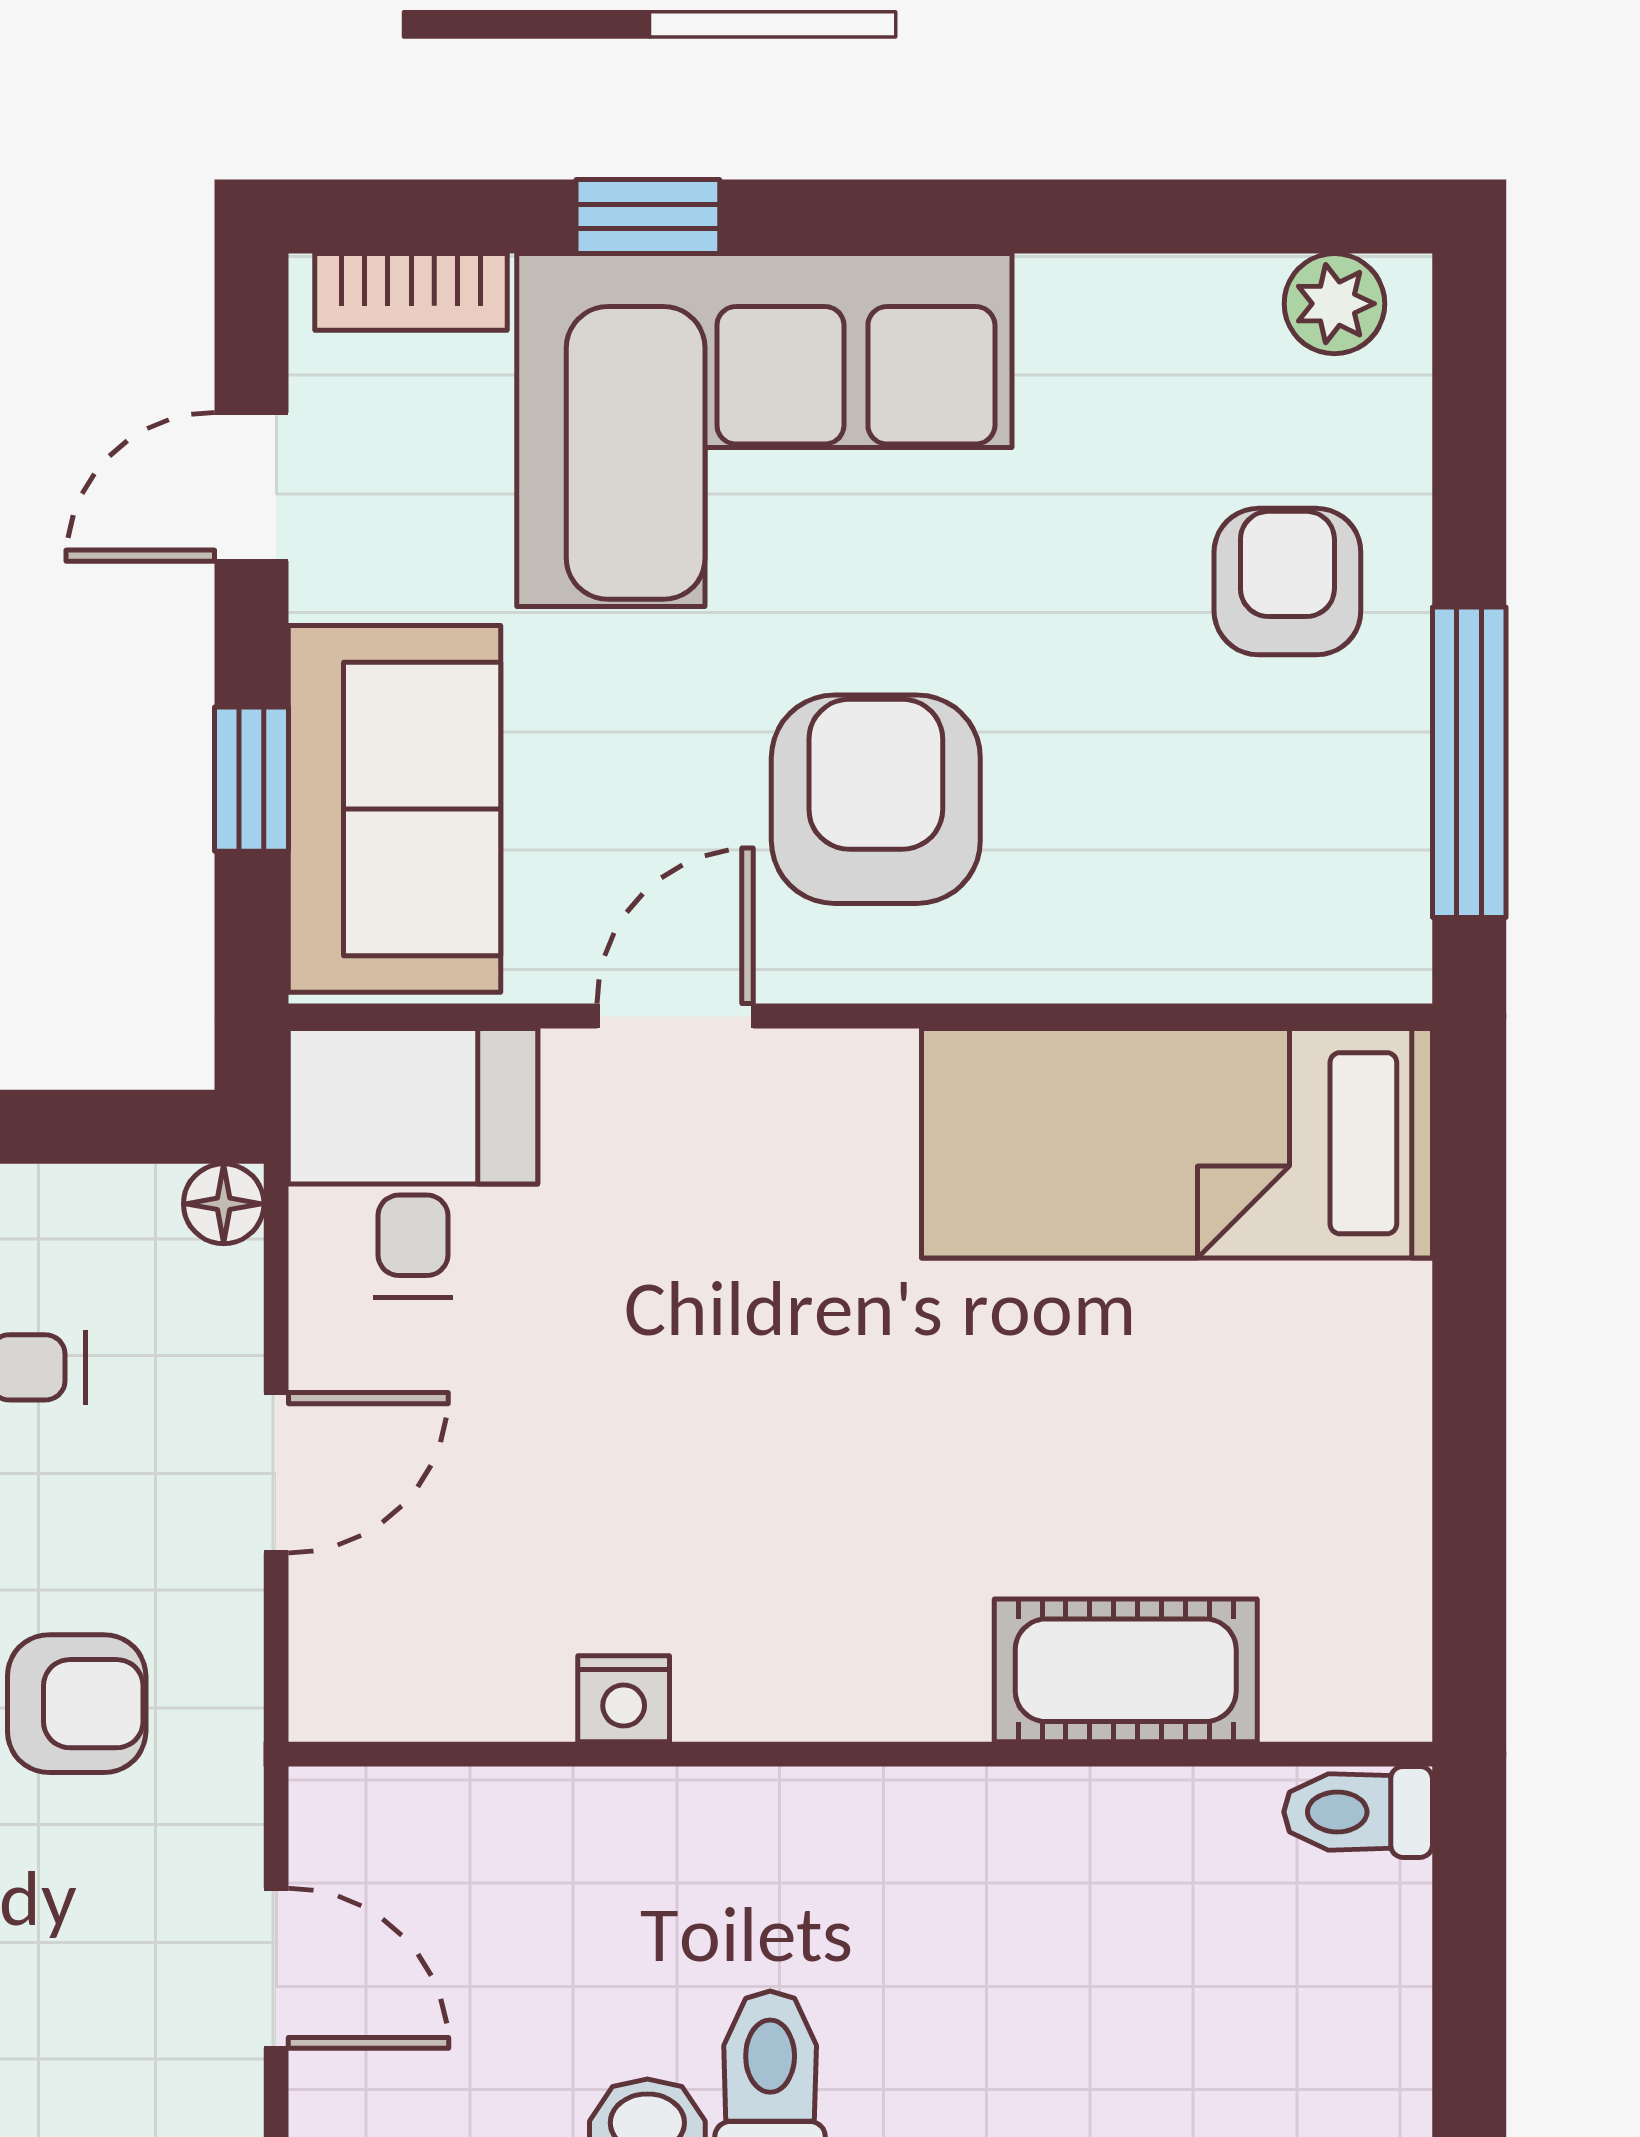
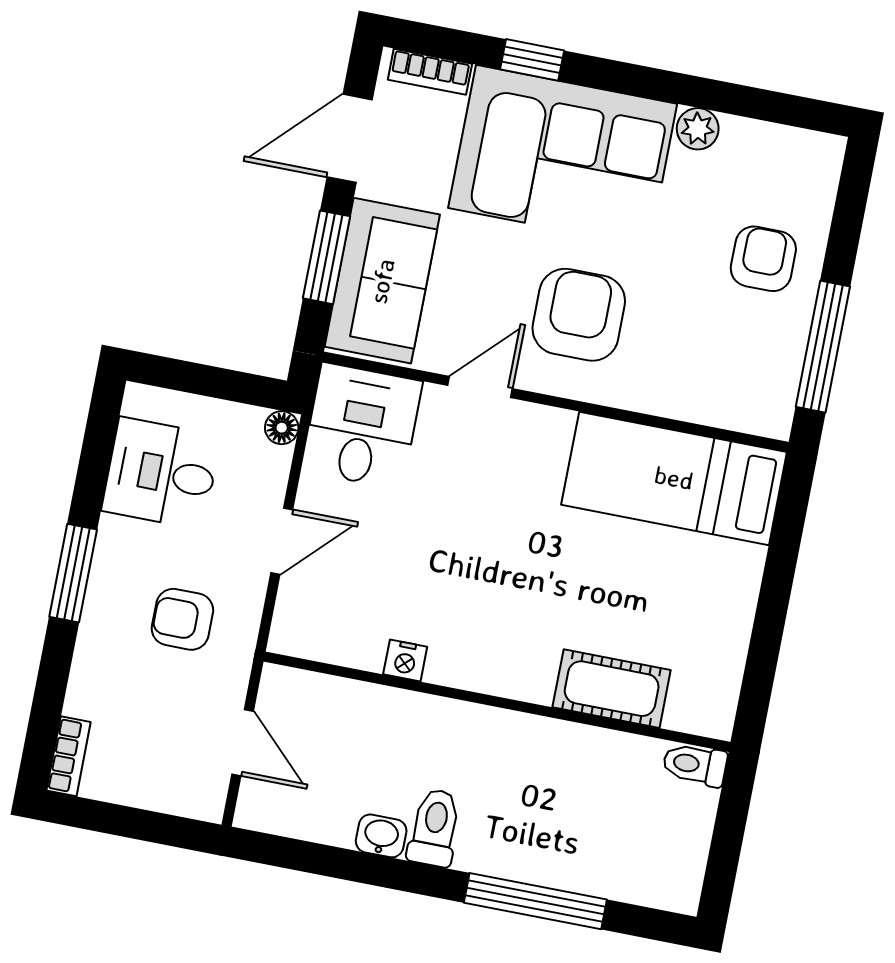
plant: (1334, 304) -> (698, 129), moved
door: (251, 487) -> (350, 138), width x1.38
window: (251, 779) -> (327, 257), width x1.50
armchair: (77, 1704) -> (182, 619), turned 180

